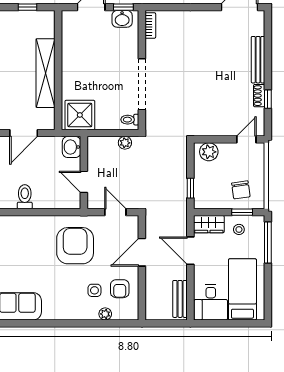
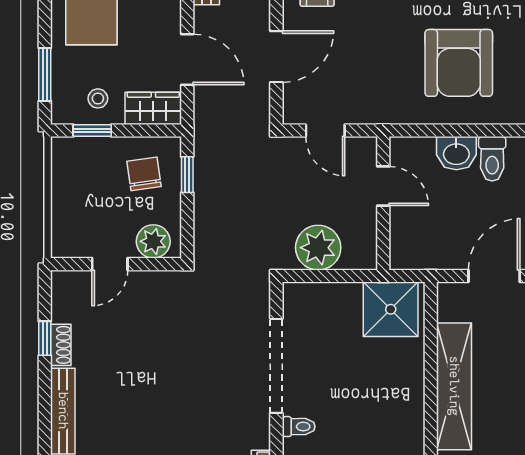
toilet: (130, 120) -> (299, 427), moved
door: (246, 139) -> (110, 264), moved
plant: (125, 143) -> (318, 248), width x1.87, depth x1.87
washbasin: (72, 147) -> (456, 153), moved, turned 90
chair: (241, 190) -> (144, 174), moved
window: (268, 242) -> (45, 75), width x0.69
armchair: (75, 246) -> (459, 63), moved

